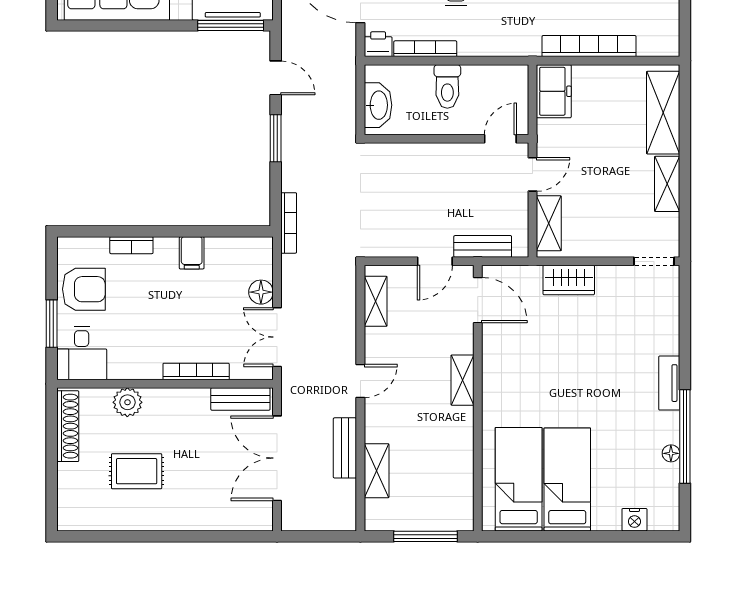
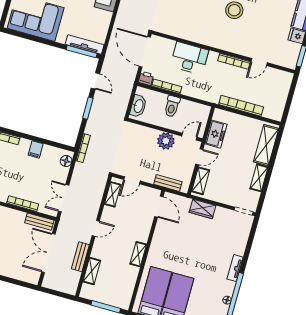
freezer: (554, 91) -> (216, 134), moved
plant: (455, 161) -> (166, 141), added
door: (435, 261) -> (132, 180), moved
floor lamp: (261, 292) -> (66, 161), moved
shelving: (462, 380) -> (138, 254), moved

